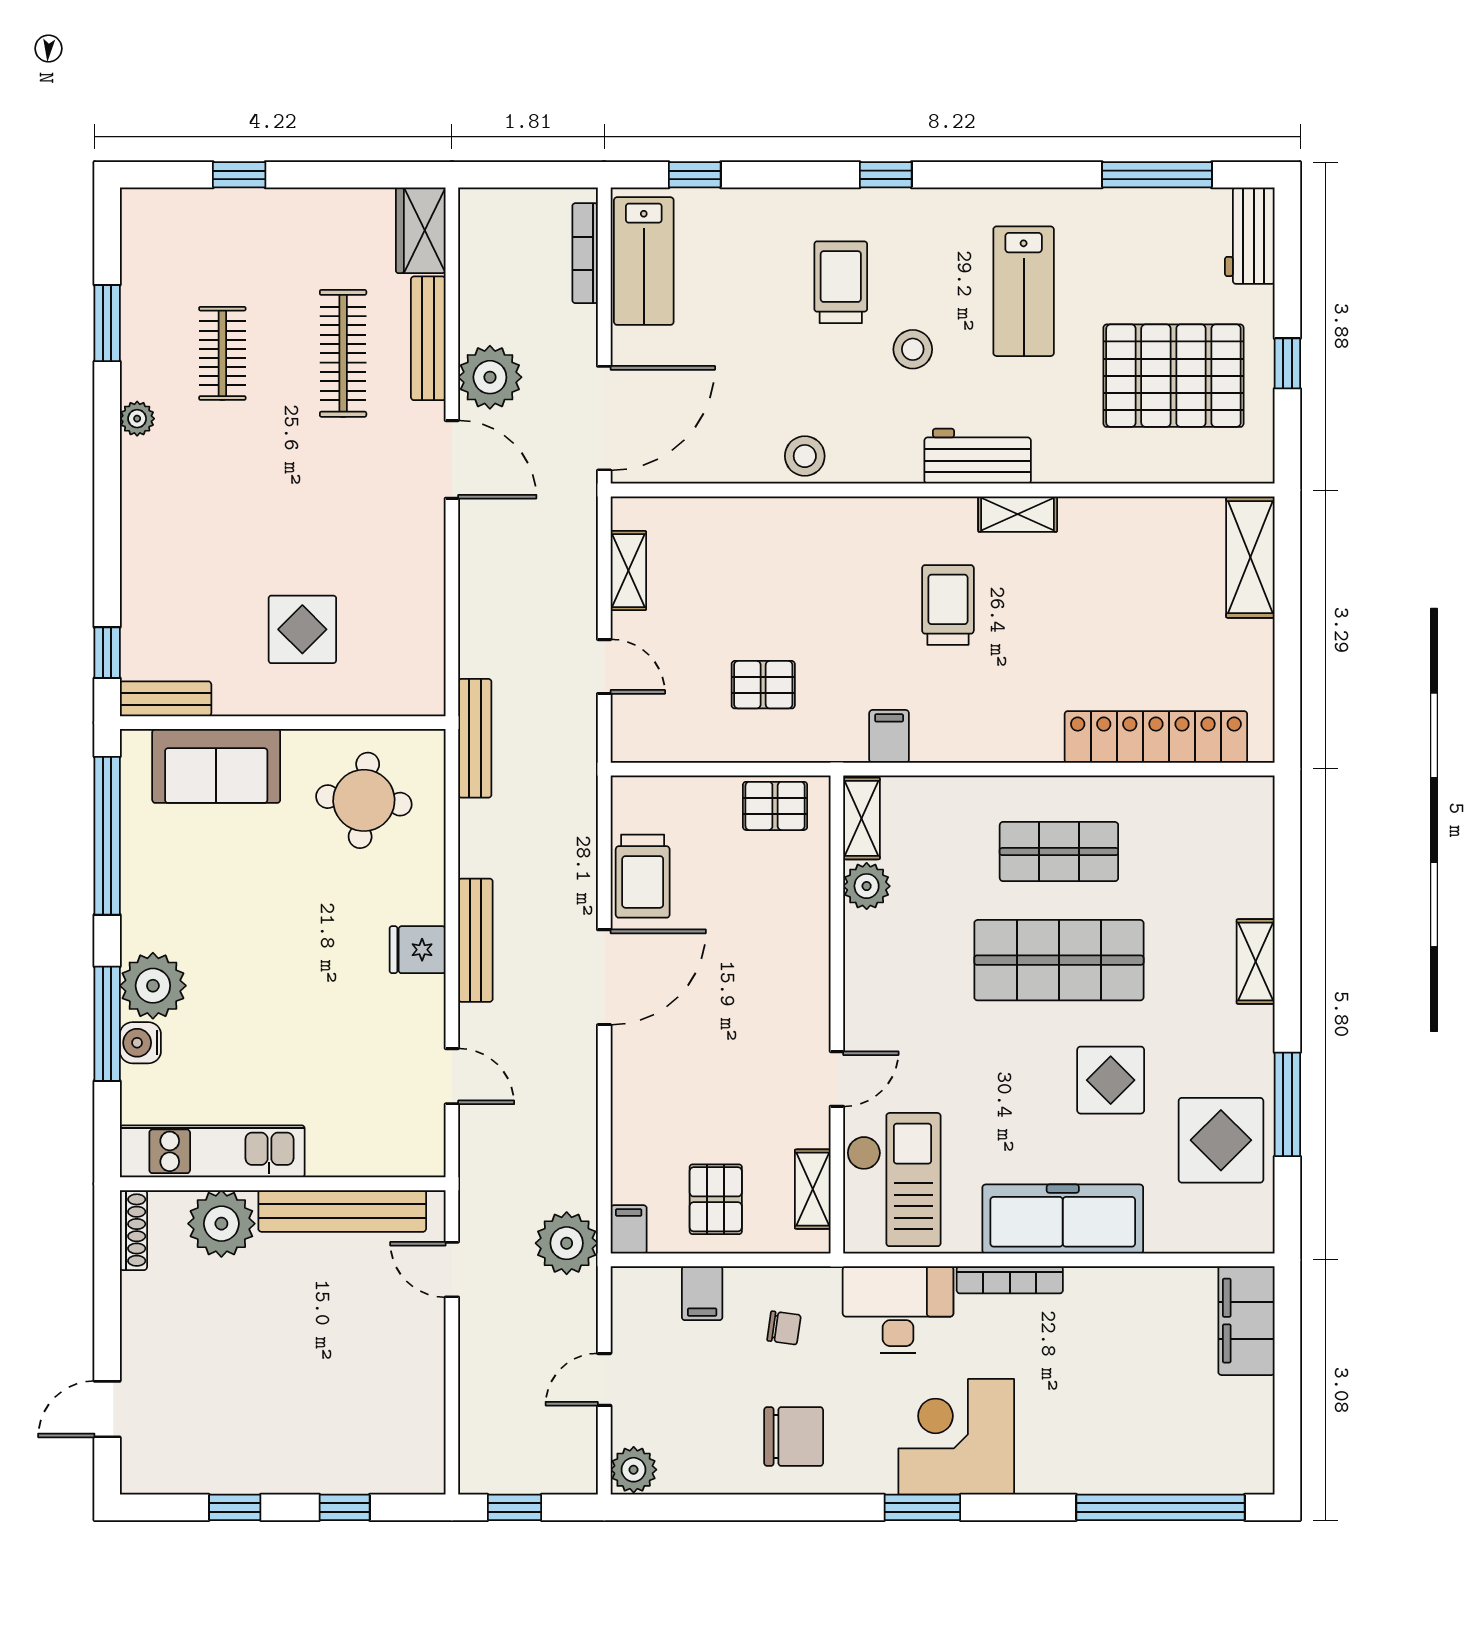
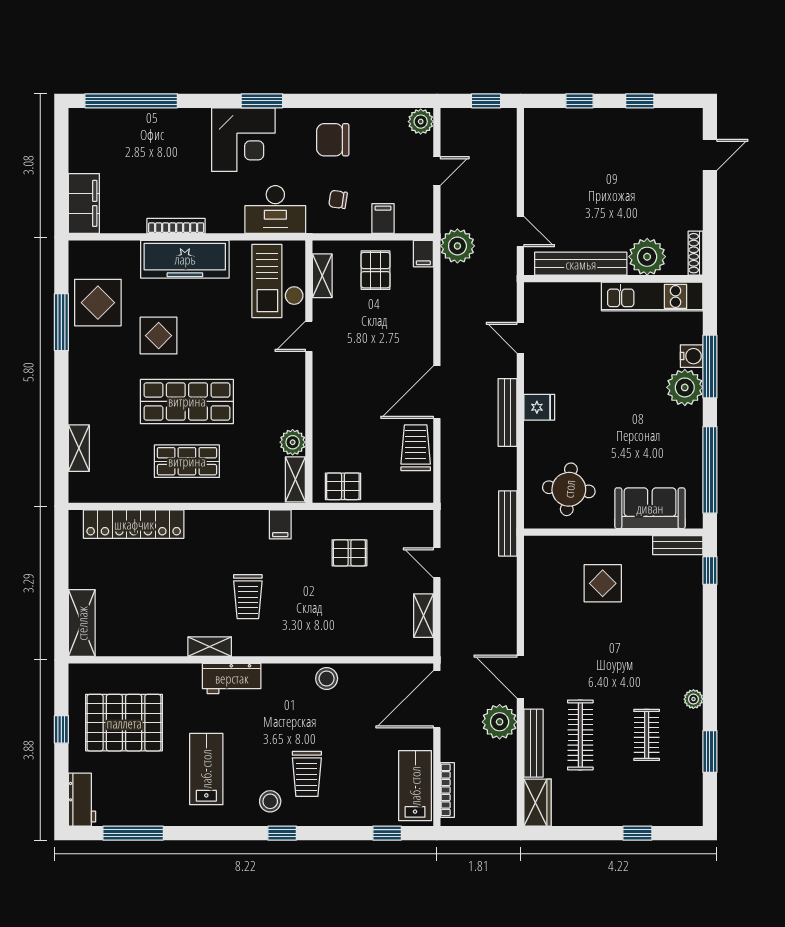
stool: (913, 349) -> (270, 801), moved
shelving: (1256, 962) -> (79, 448), moved
bookcase: (1010, 1280) -> (176, 226), moved

